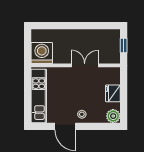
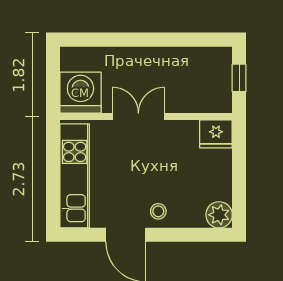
double door: (85, 65) -> (138, 117), moved
fridge: (113, 93) -> (216, 134), moved, turned -90

